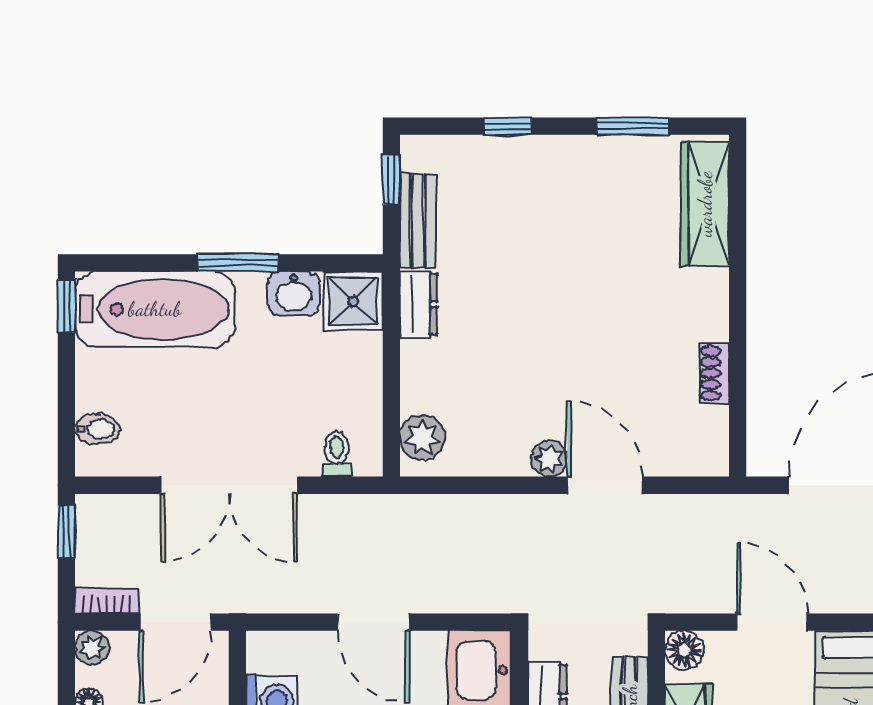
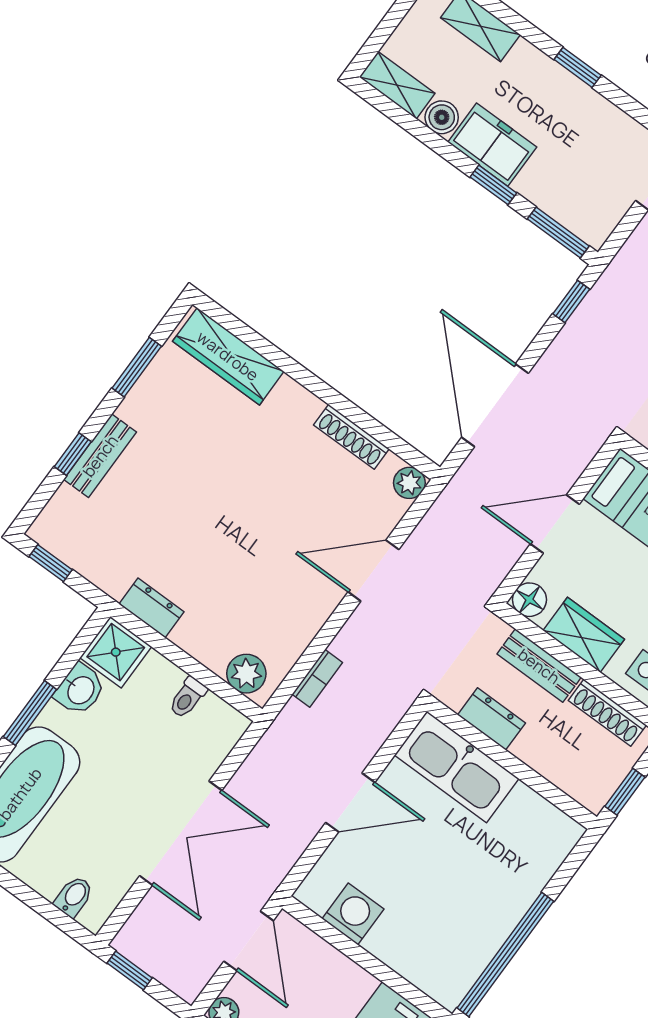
bench: (418, 221) -> (100, 456), moved, turned 90
shoe rack: (714, 373) -> (351, 437), width x1.43
toilet: (337, 454) -> (188, 698), moved, turned -90
plant: (549, 459) -> (409, 483), moved
bookcase: (107, 601) -> (317, 678), moved, turned 180

